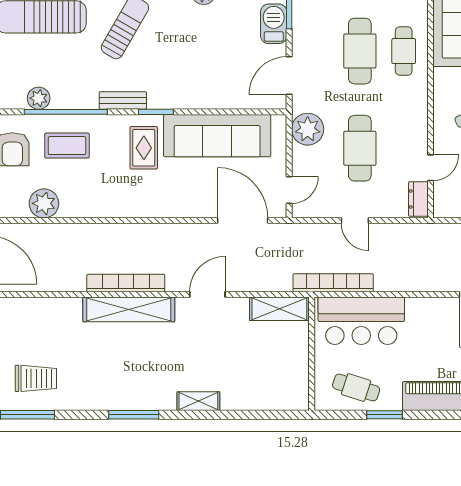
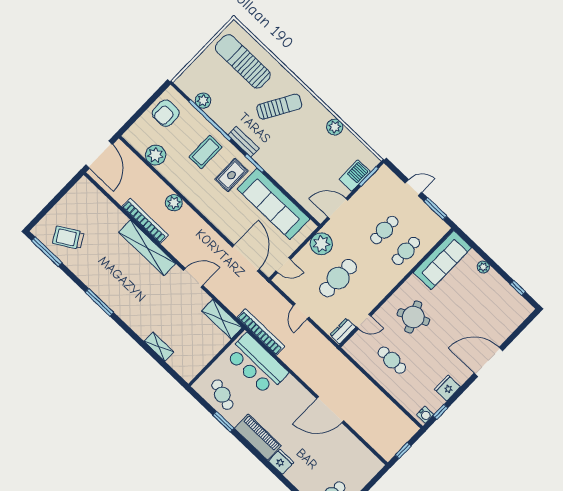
cafe table: (360, 51) -> (384, 230), width x0.73, depth x0.74
coffee table: (67, 146) -> (206, 152), moved, turned 90
plant: (111, 235) -> (174, 203), added
bookcase: (126, 283) -> (145, 221), moved
trolley: (36, 378) -> (68, 238), turned 149
shelving: (198, 401) -> (159, 347), moved

